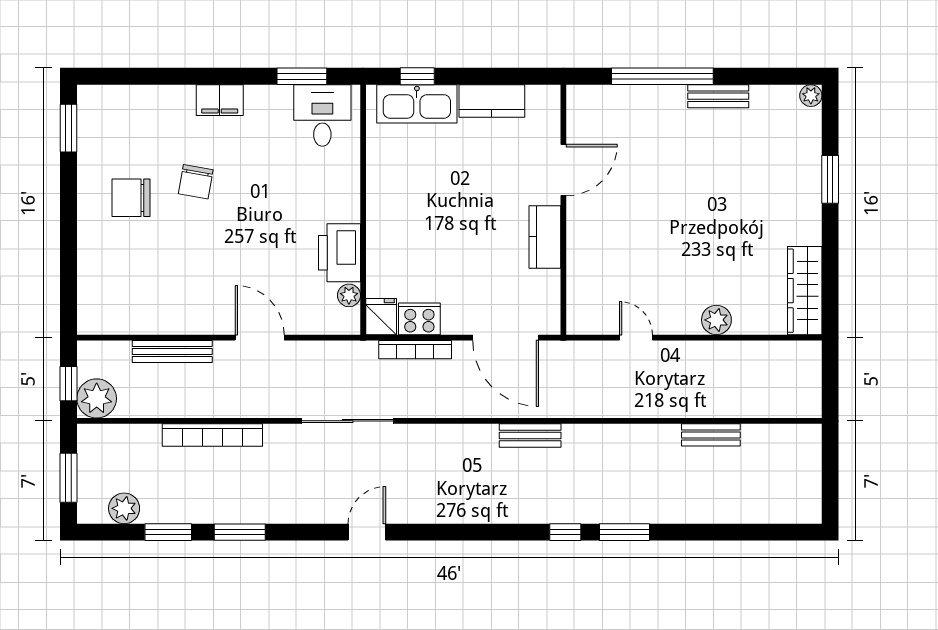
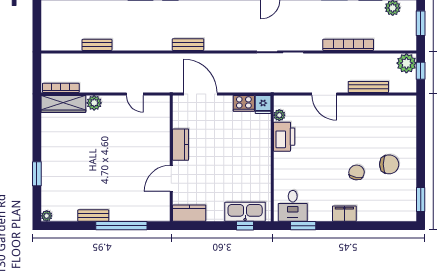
kitchen counter: (492, 101) -> (189, 213), moved
wardrobe: (805, 291) -> (63, 104), moved, turned 90
bookcase: (415, 350) -> (61, 88), moved

